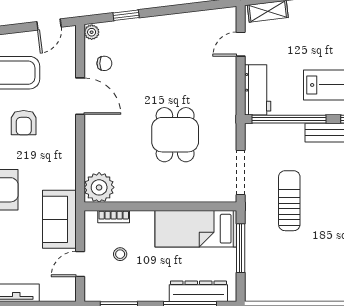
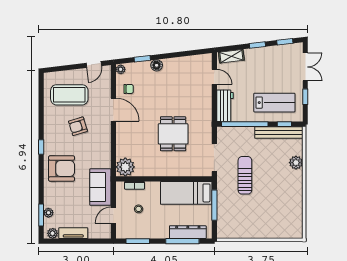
floor lamp: (149, 26) -> (157, 65), added
door: (241, 44) -> (214, 77), swing flipped
armchair: (24, 123) -> (78, 126), turned 73

